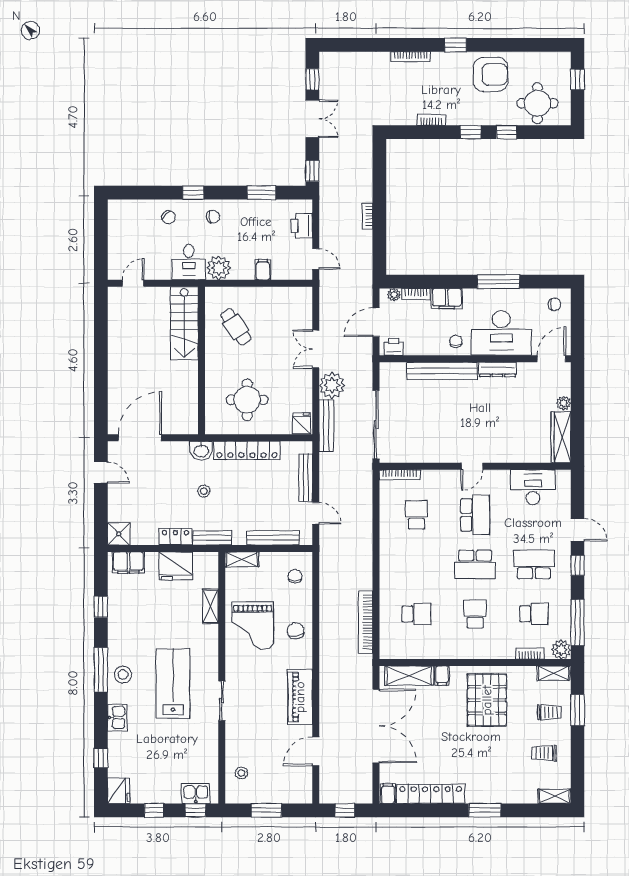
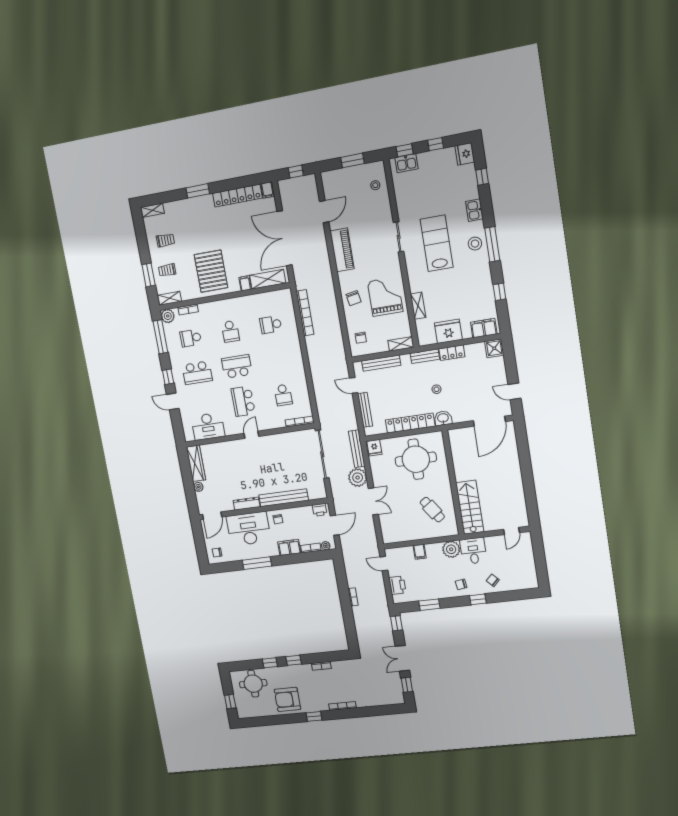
round table: (247, 400) -> (416, 459), width x1.36, depth x1.36
lab bench: (173, 684) -> (437, 243), turned 180

